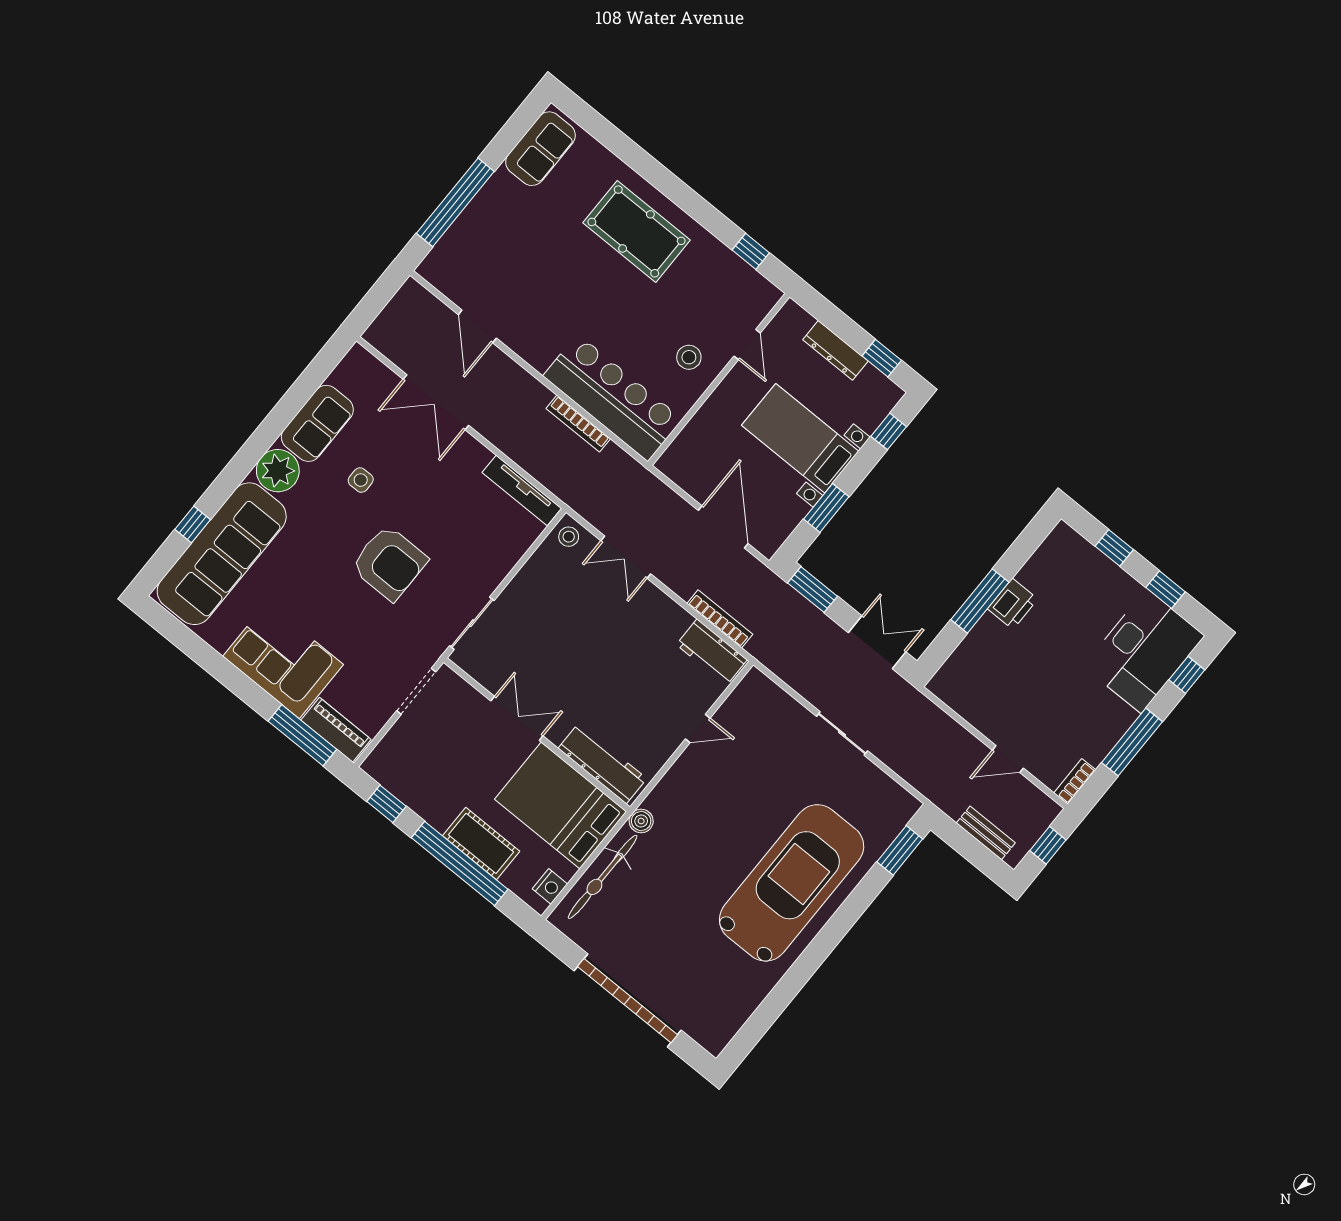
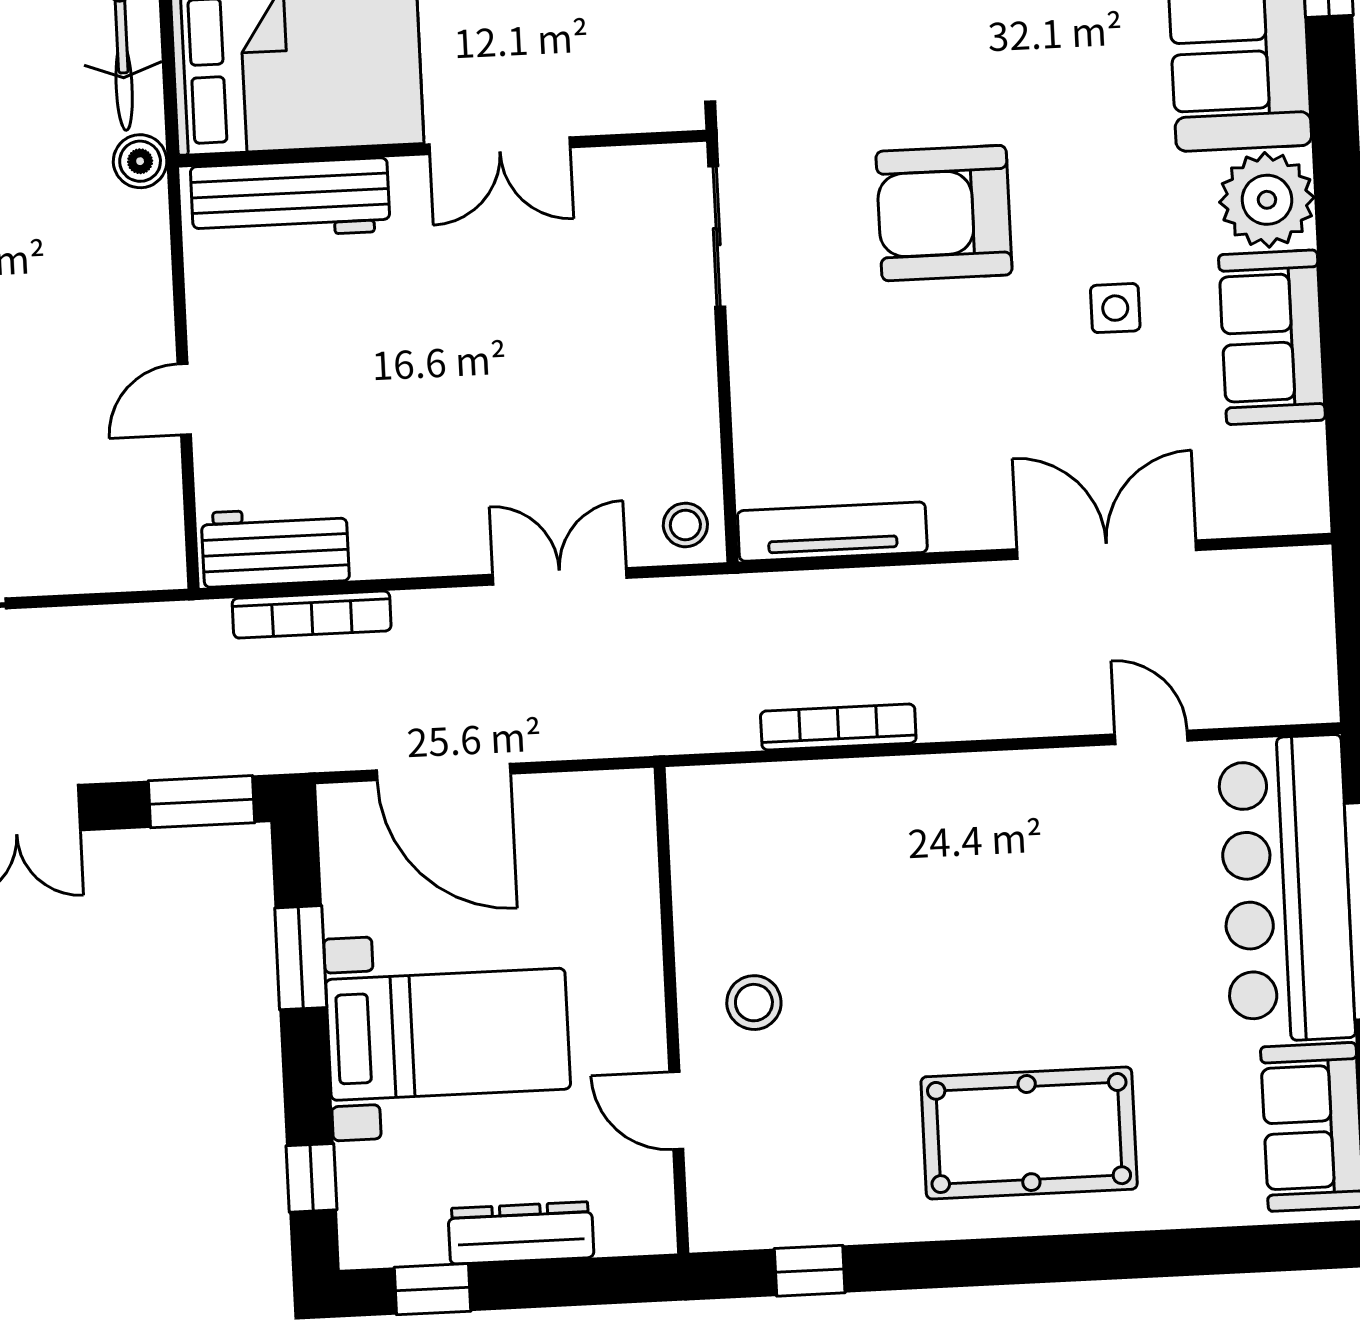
door: (477, 326) -> (1151, 737), width x0.73
bar counter: (613, 398) -> (1286, 889), moved, turned 90

